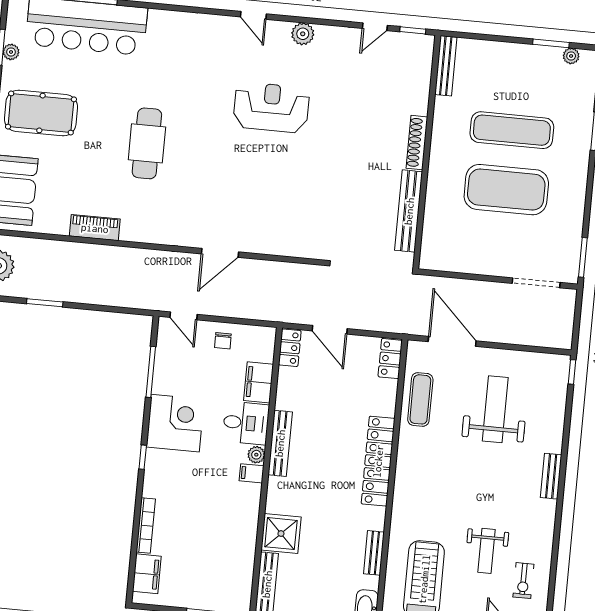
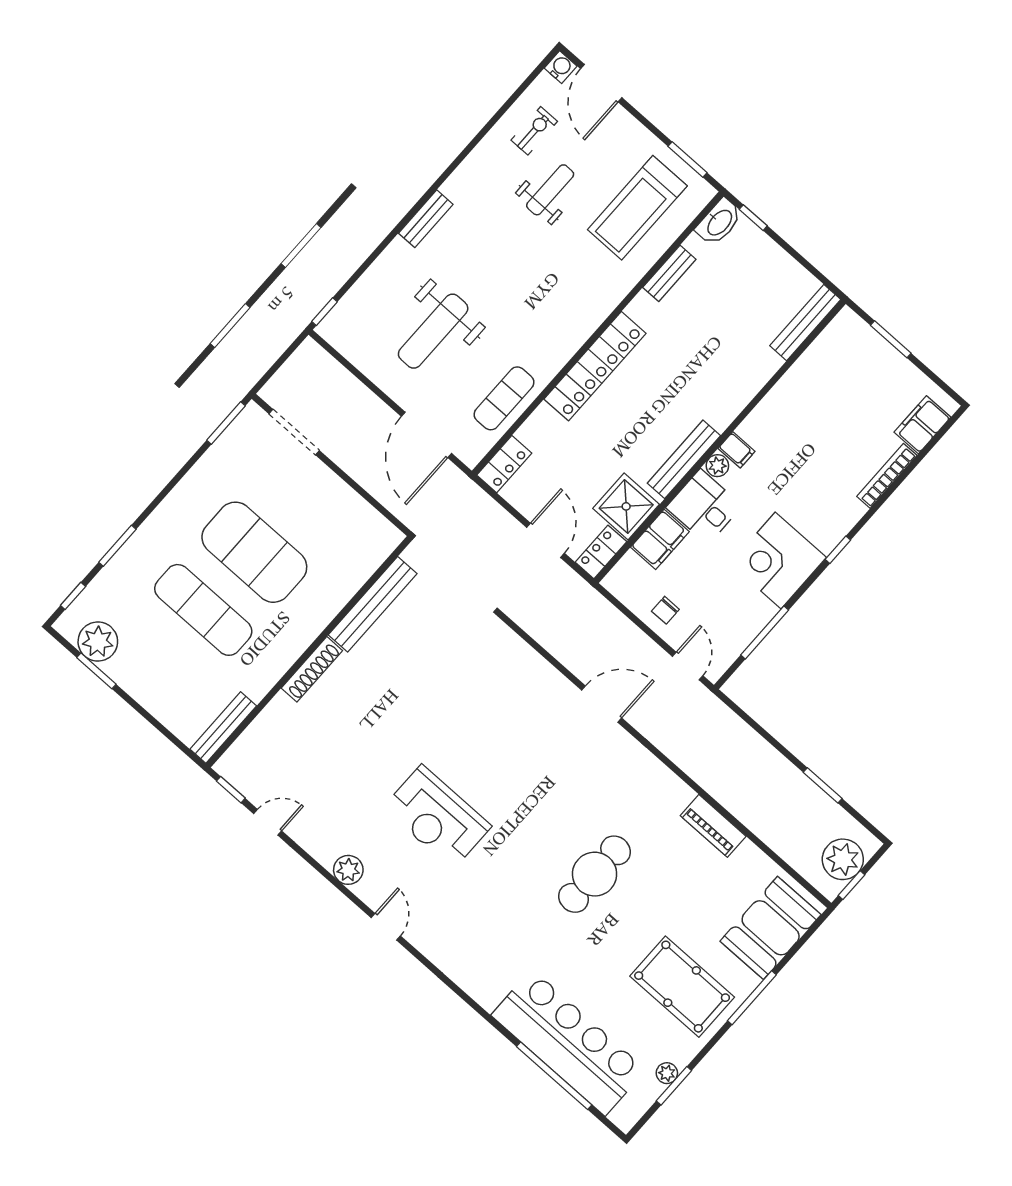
plant: (571, 56) -> (98, 642), width x1.88, depth x1.88
chair: (223, 341) -> (665, 610), turned 180
shower: (281, 534) -> (626, 506), moved

